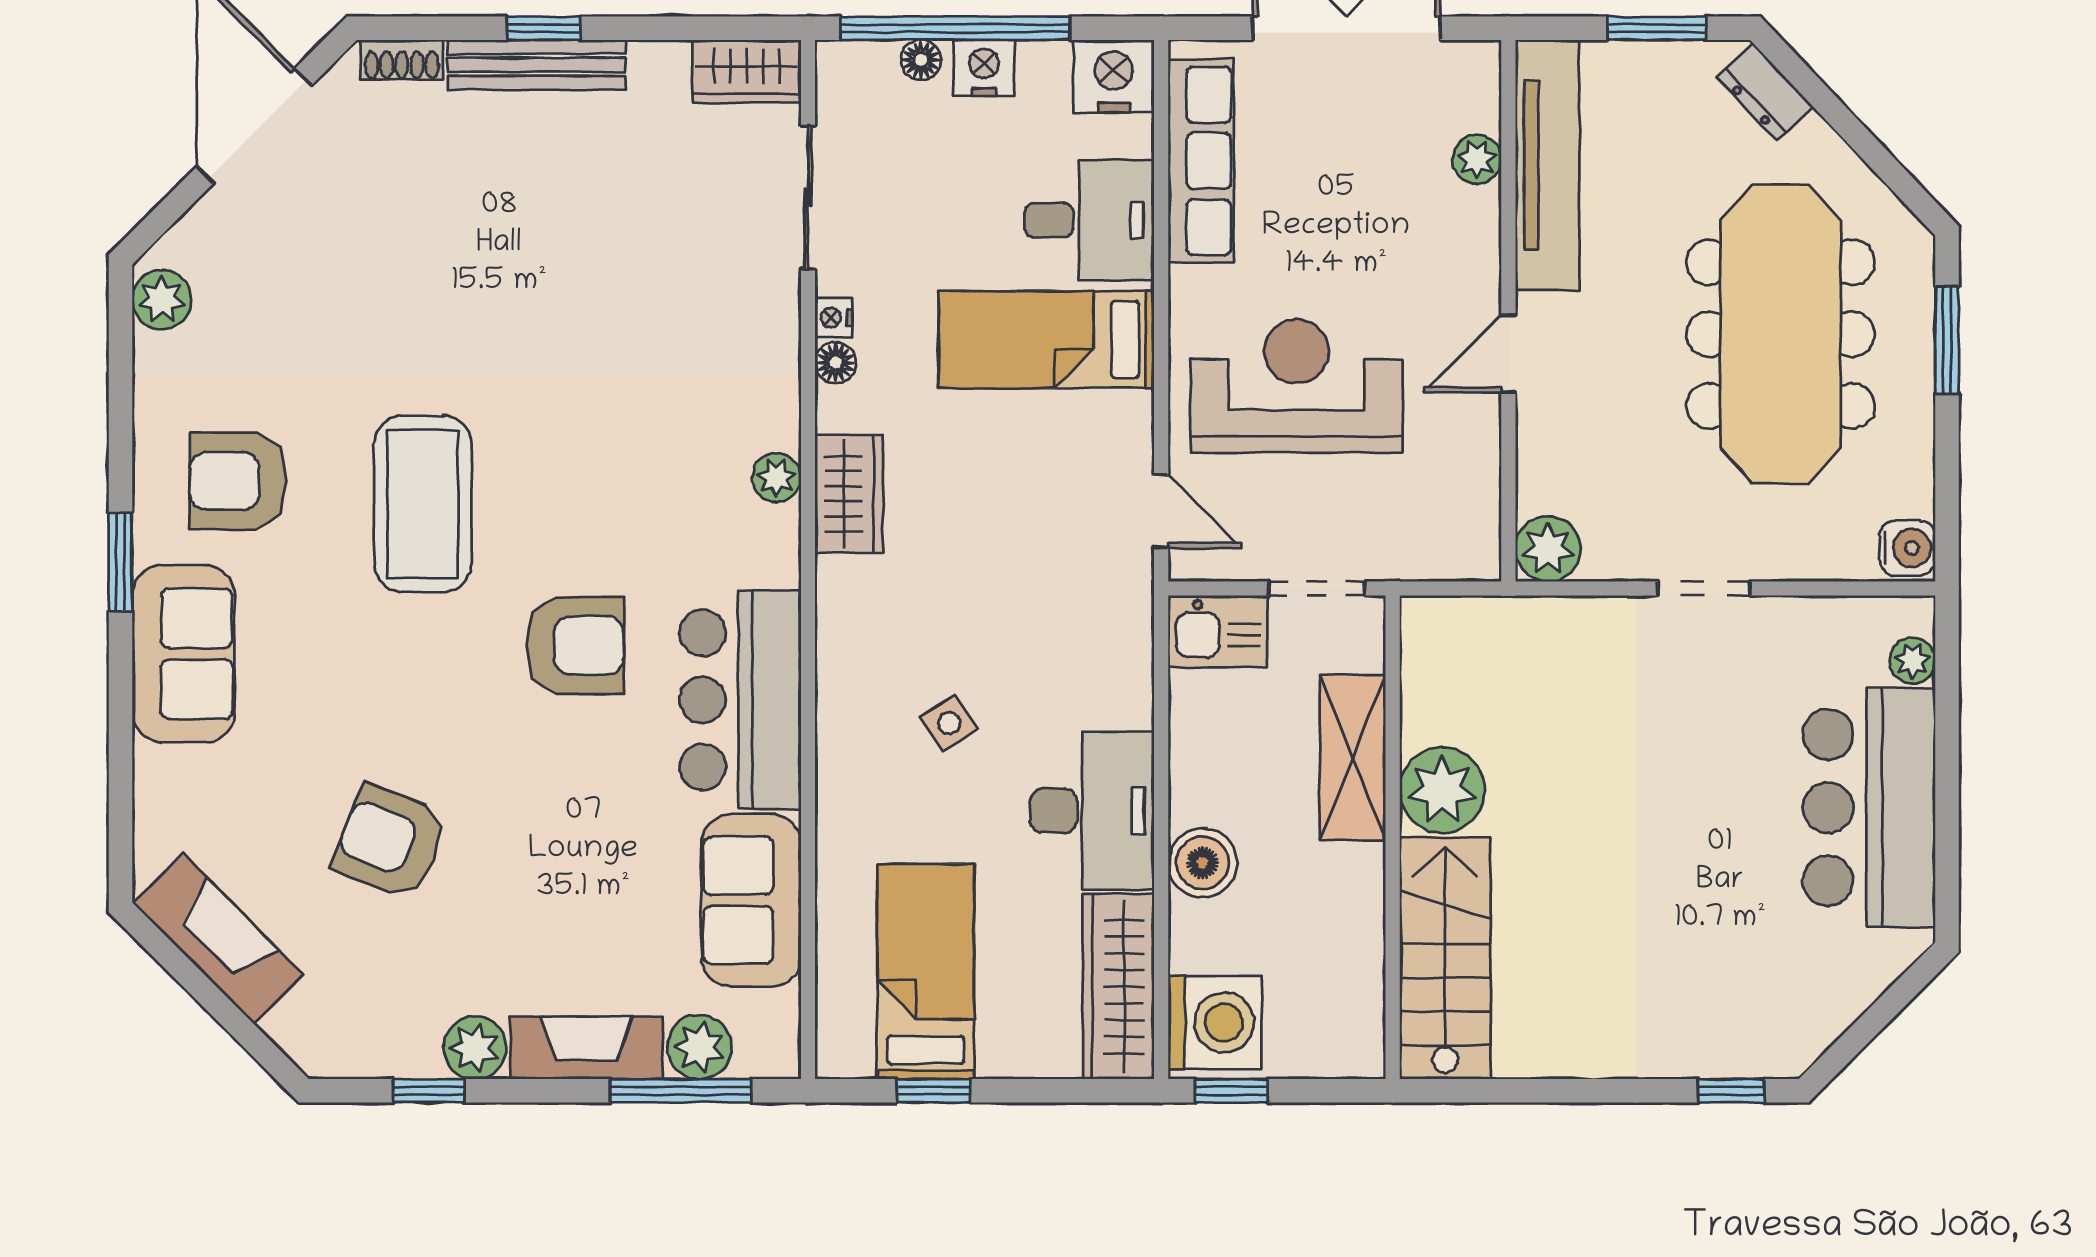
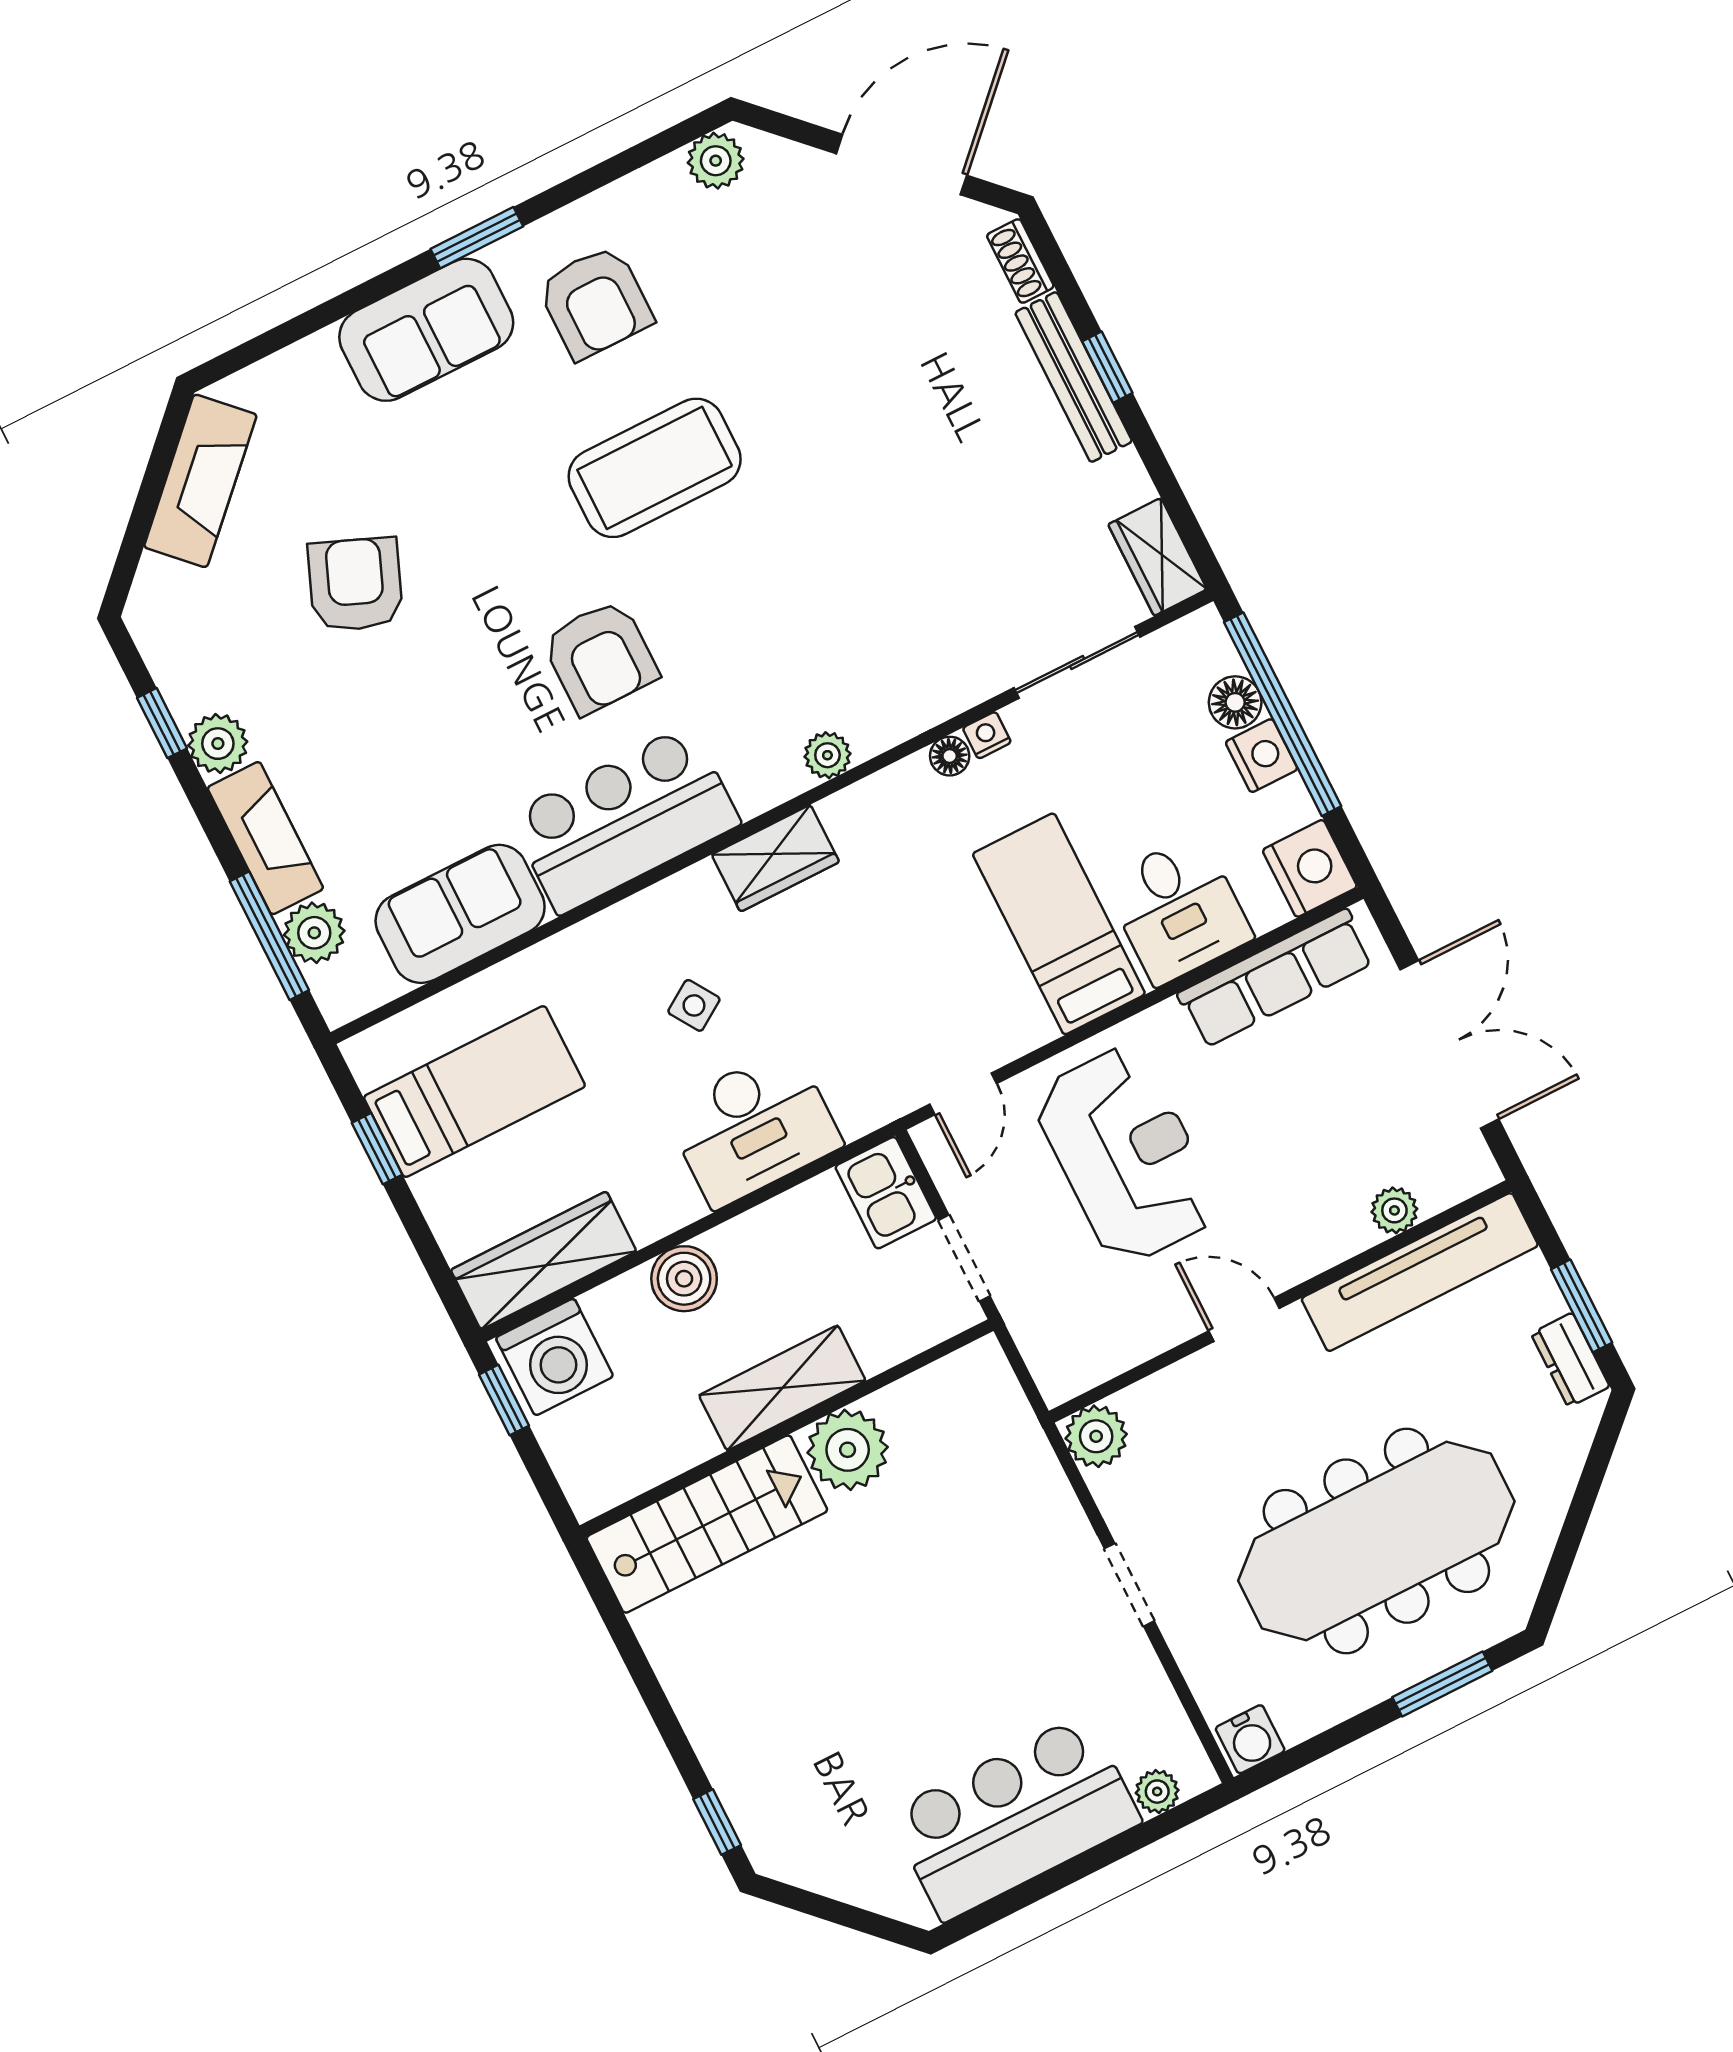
floor lamp: (921, 60) -> (1235, 702), width x1.37, depth x1.37
dresser: (1765, 92) -> (1570, 1360), moved, turned -47
armchair: (238, 481) -> (595, 302), turned 180
wardrobe: (849, 494) -> (775, 858), moved
shelving: (1353, 757) -> (782, 1388), moved
desk: (1092, 811) -> (753, 1127), moved

